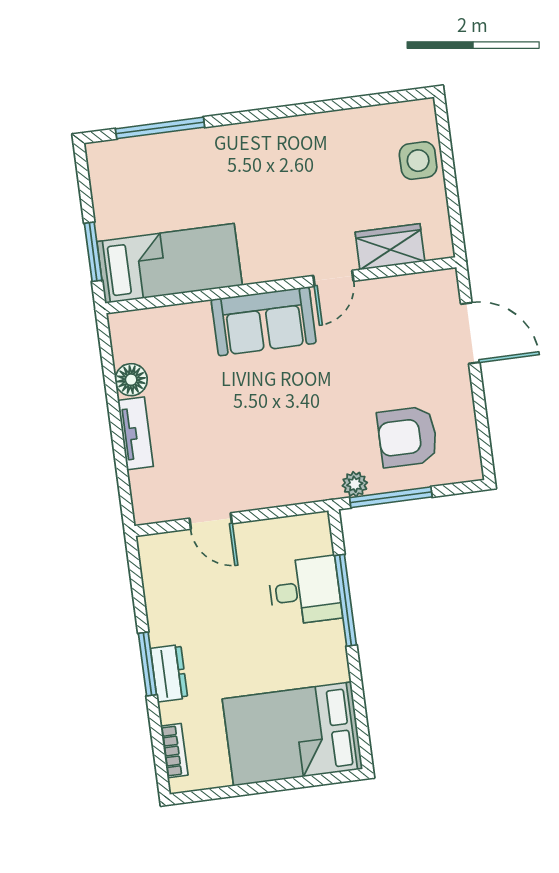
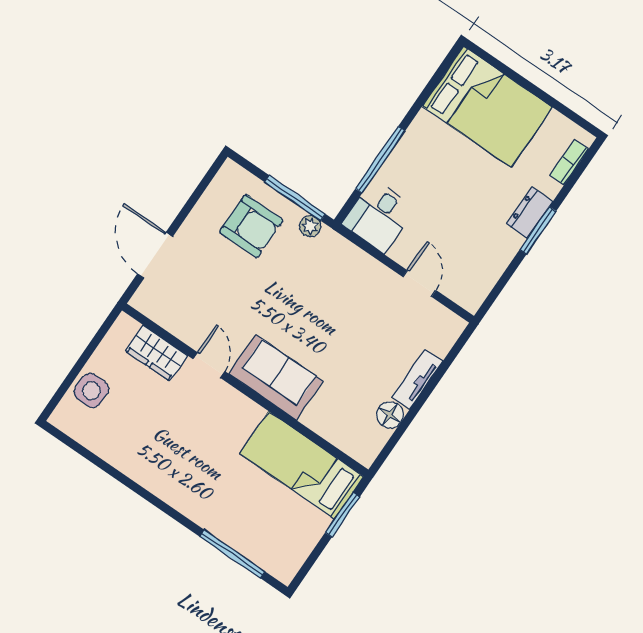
door: (333, 278) -> (209, 365), hinge flipped
desk: (305, 591) -> (378, 216), moved, turned -90

